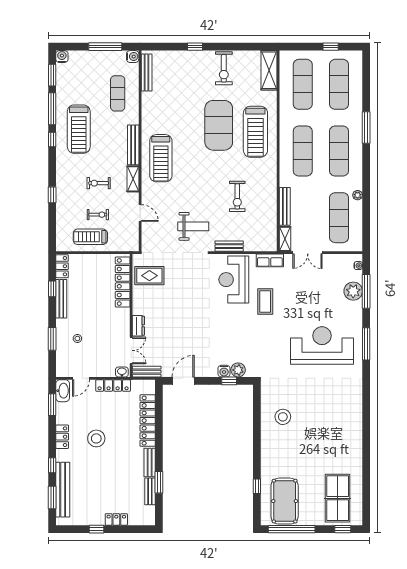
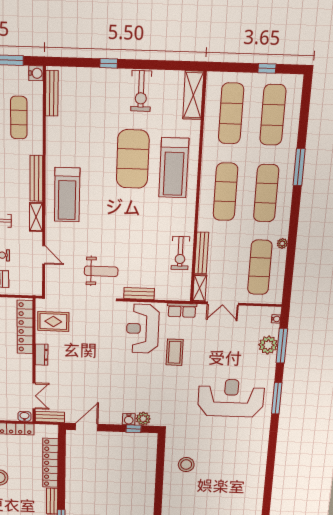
exercise bike: (237, 196) -> (180, 253), moved
dresser: (138, 326) -> (42, 355), moved

